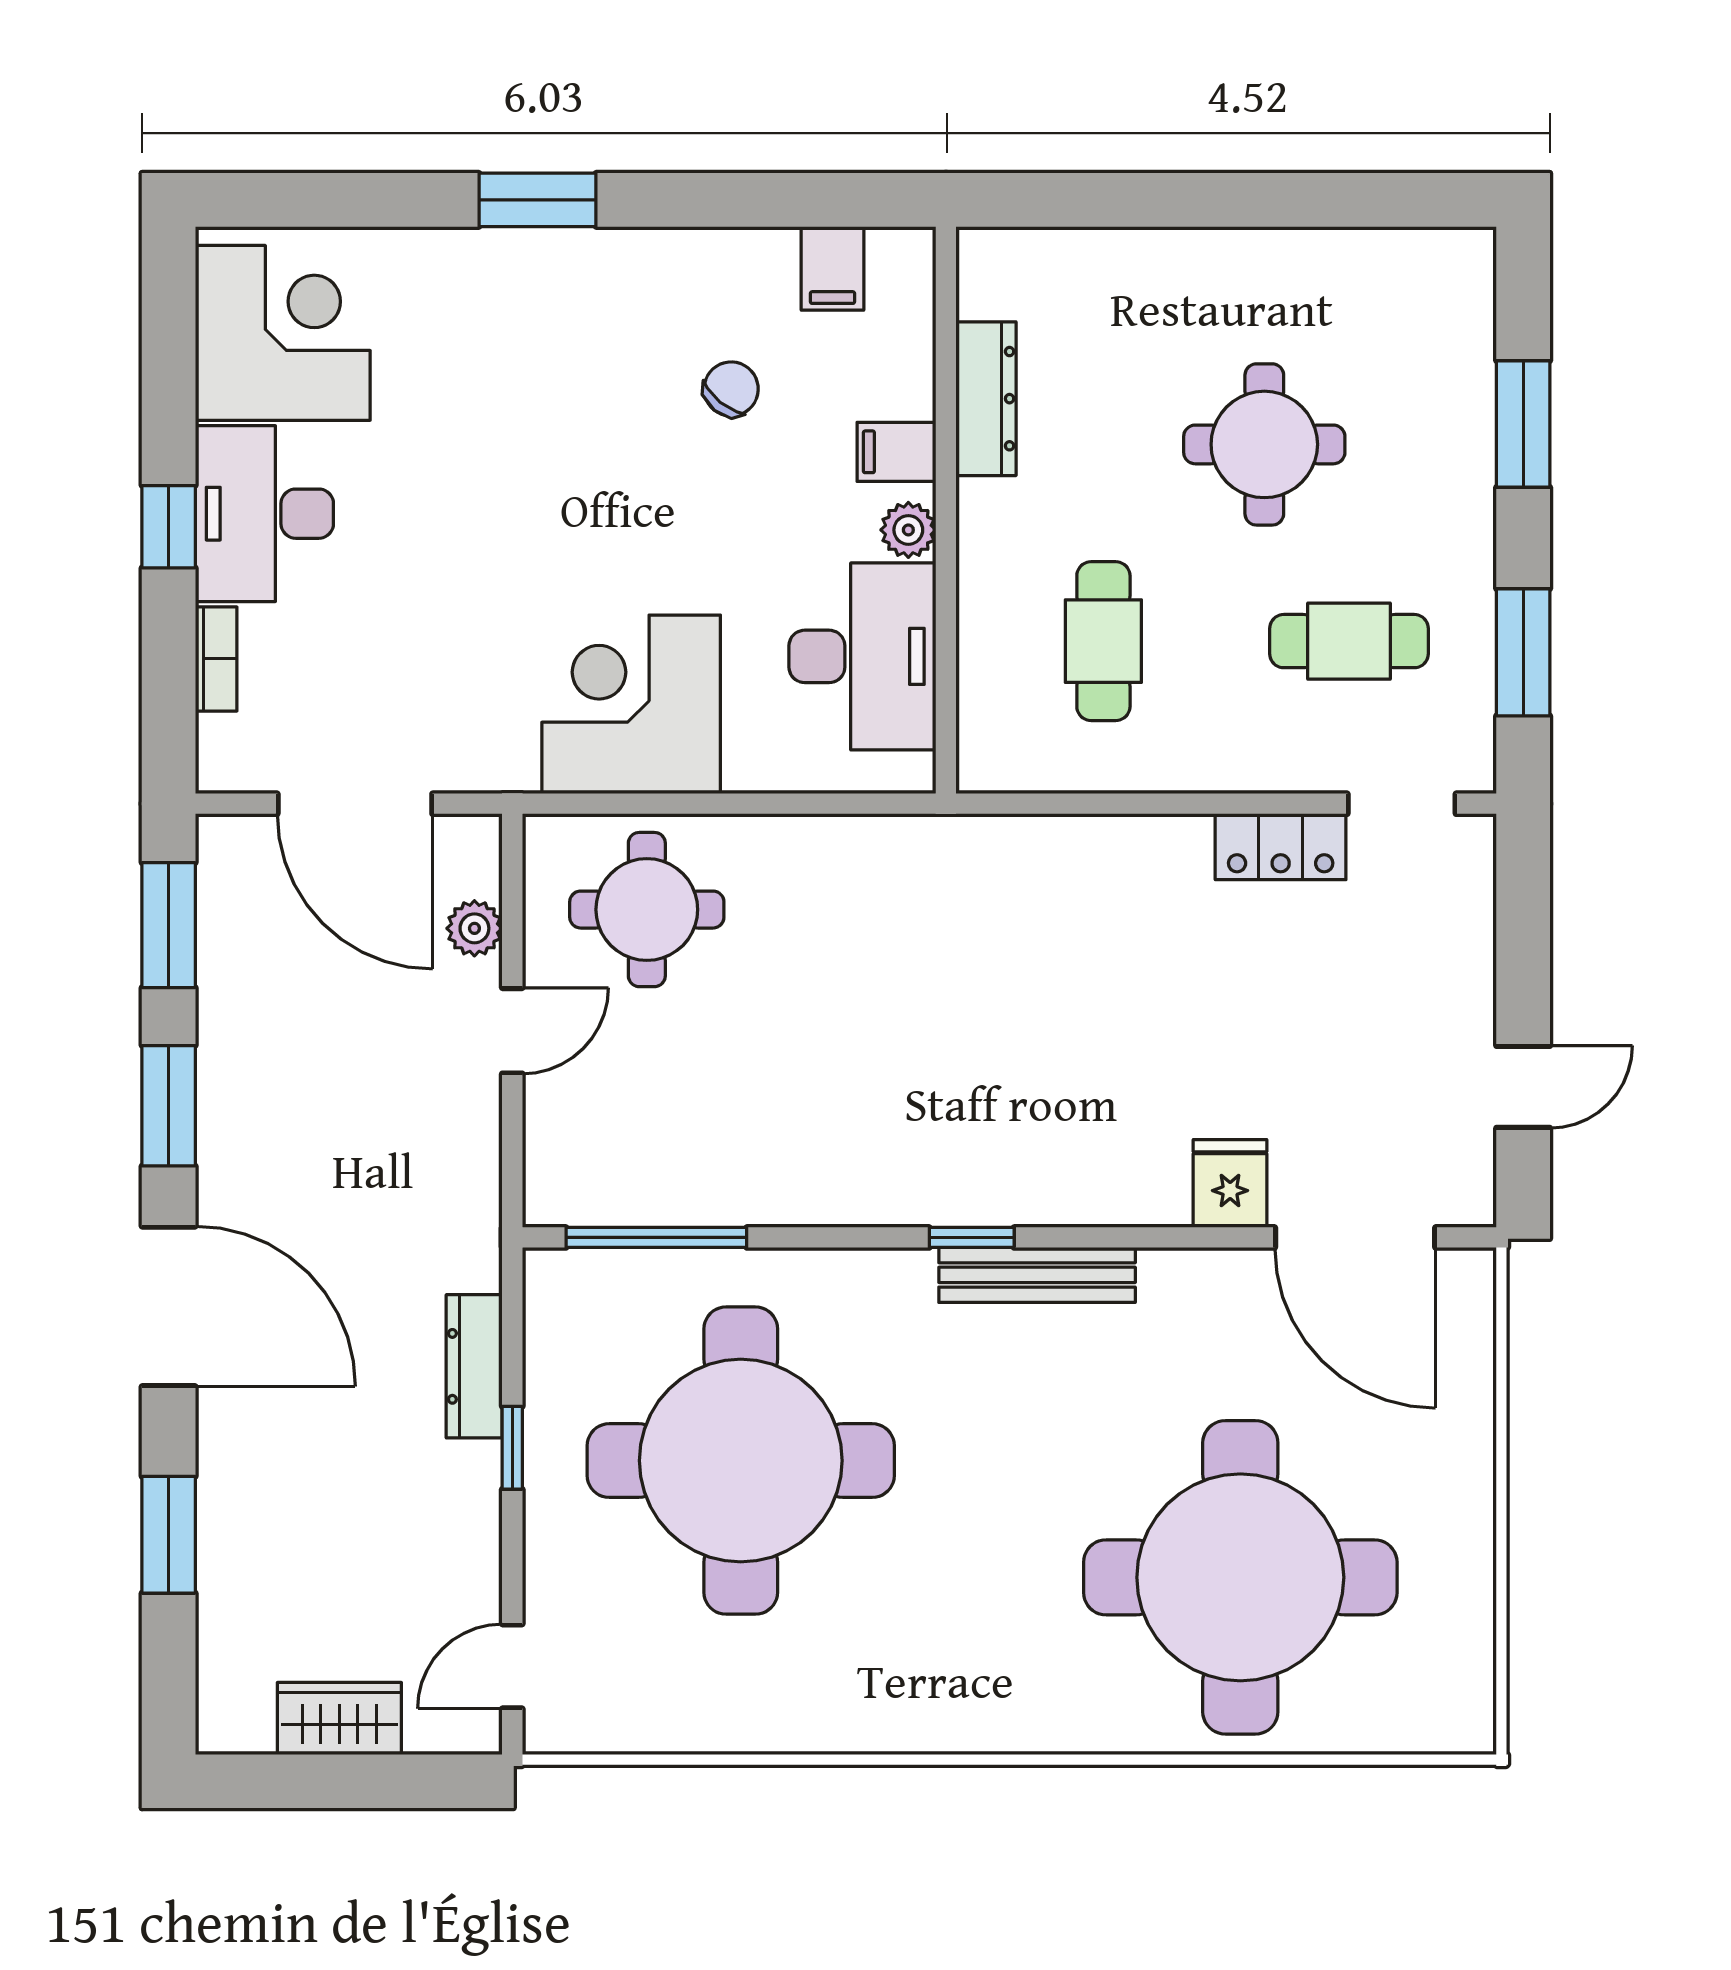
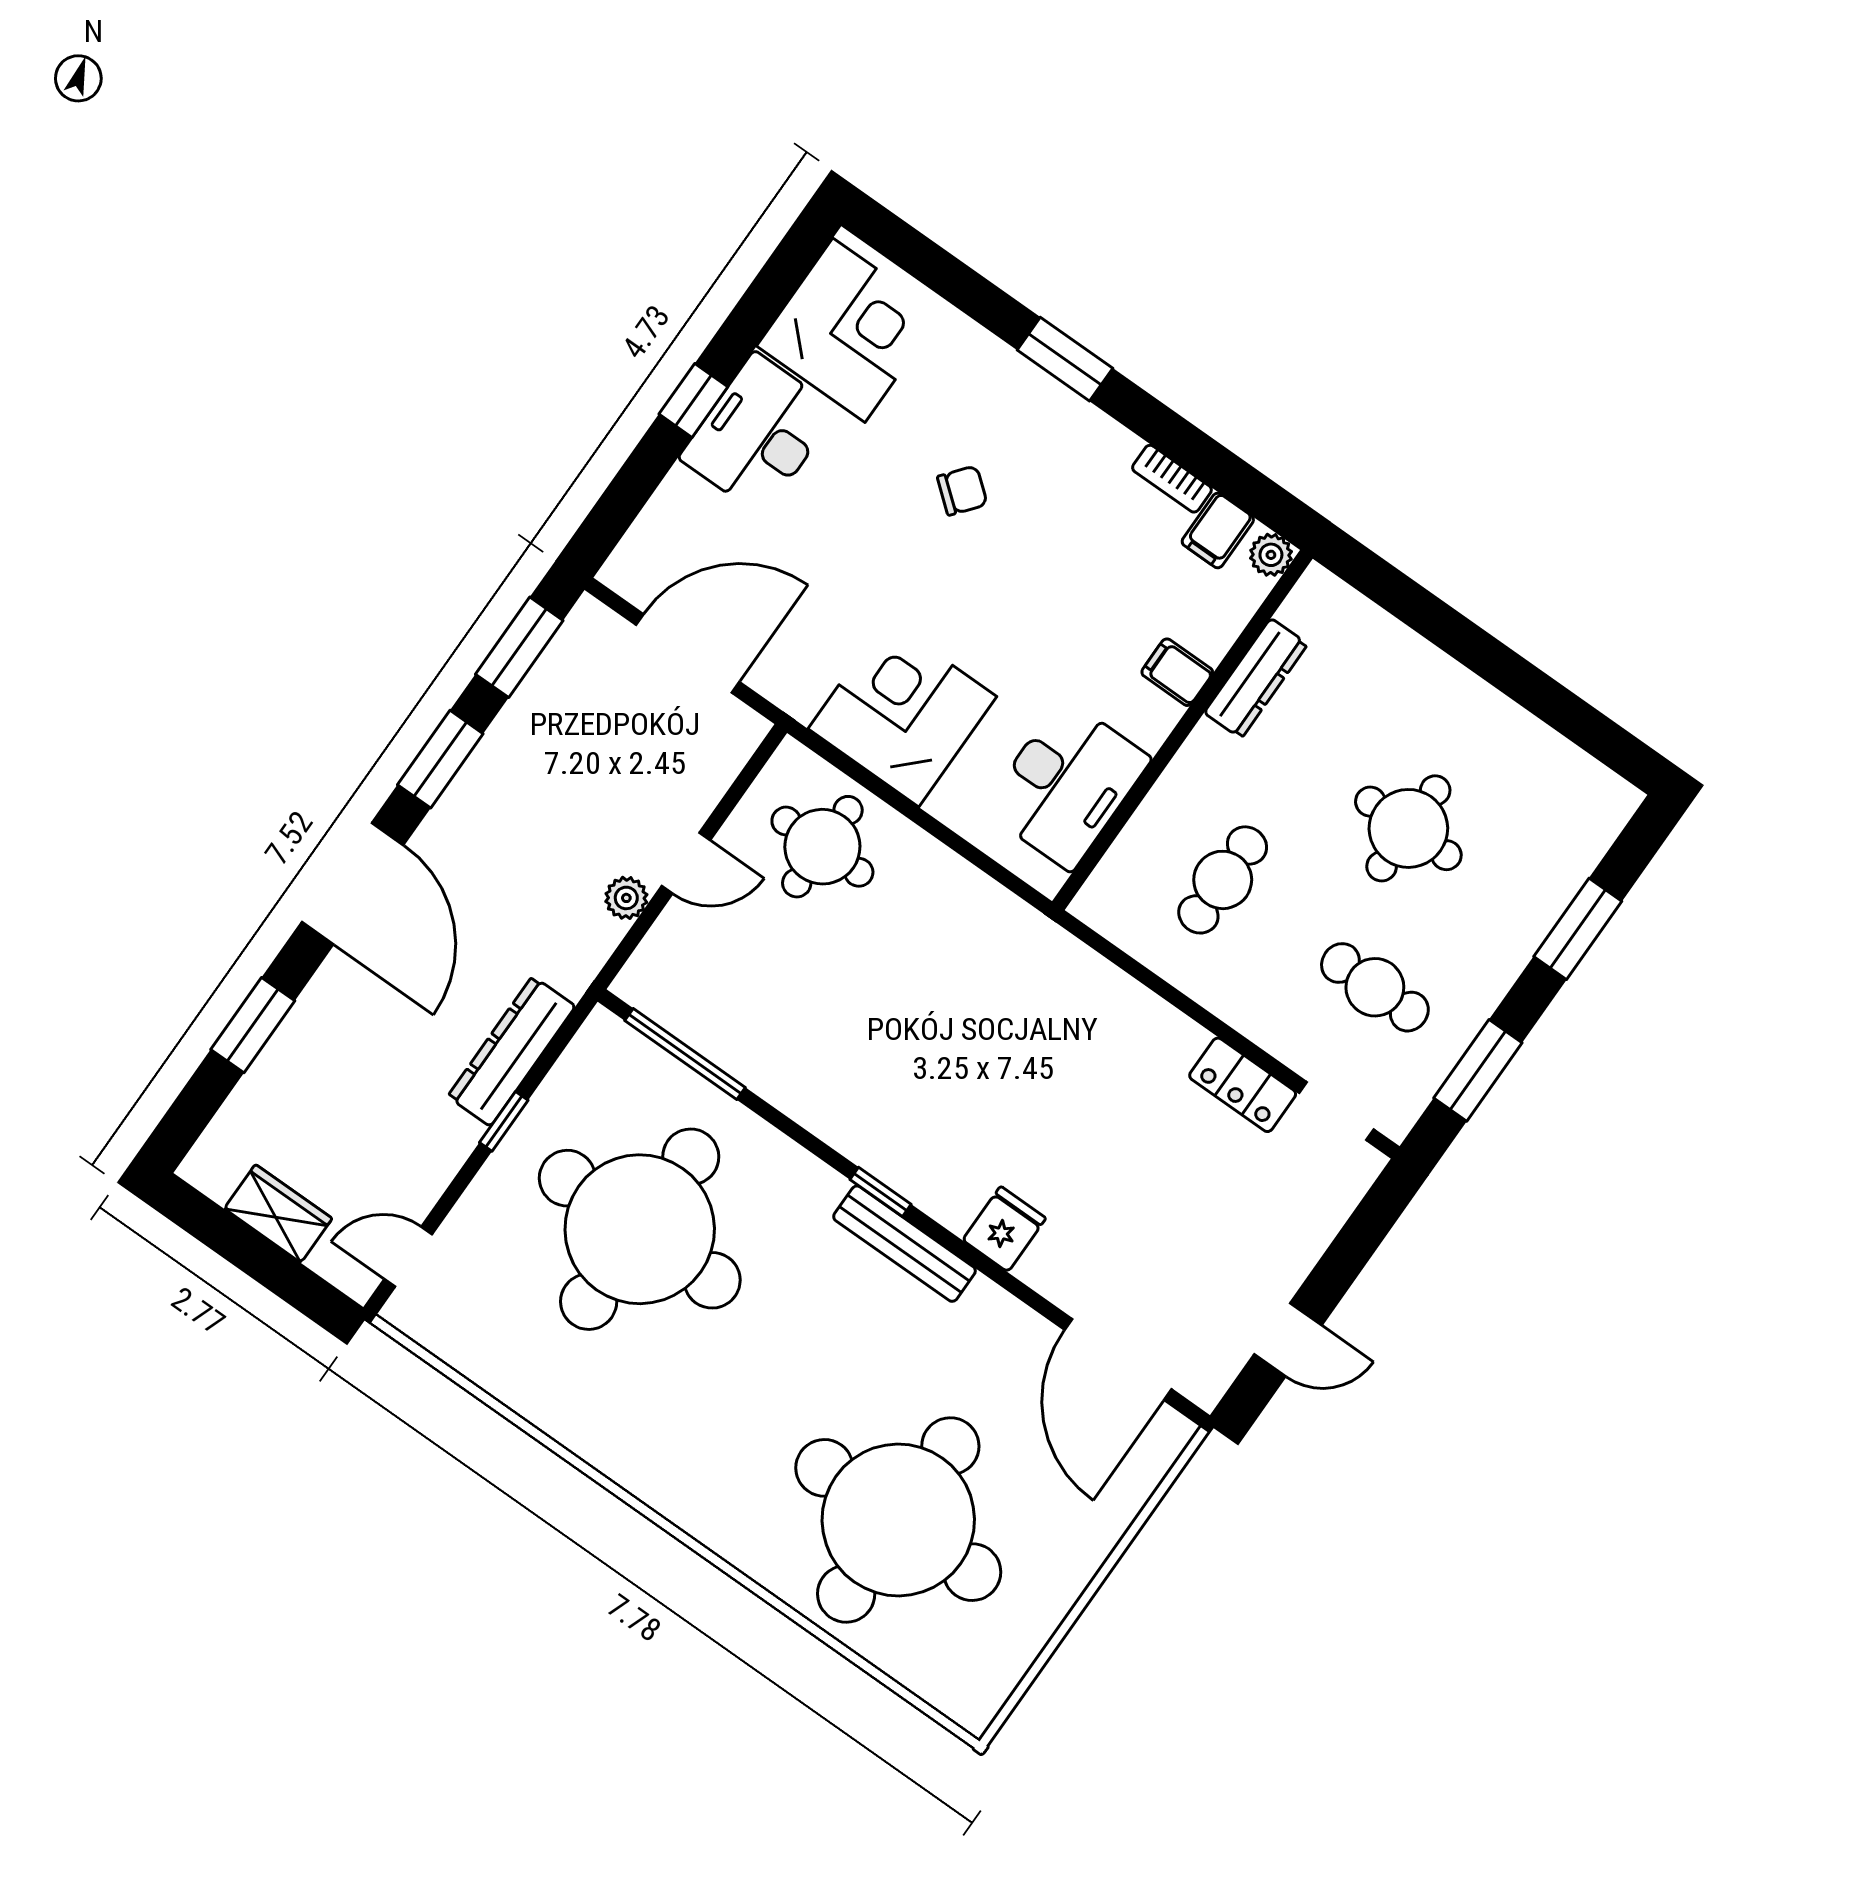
chair: (731, 389) -> (962, 491), moved
plant: (908, 530) -> (1271, 555), moved
bookcase: (216, 659) -> (1172, 479), moved, turned 90
door: (355, 804) -> (688, 653), swing flipped
plant: (474, 928) -> (626, 898), moved
fridge: (1230, 1183) -> (1004, 1229), moved
dresser: (474, 1366) -> (512, 1051), width x1.37, depth x1.24

